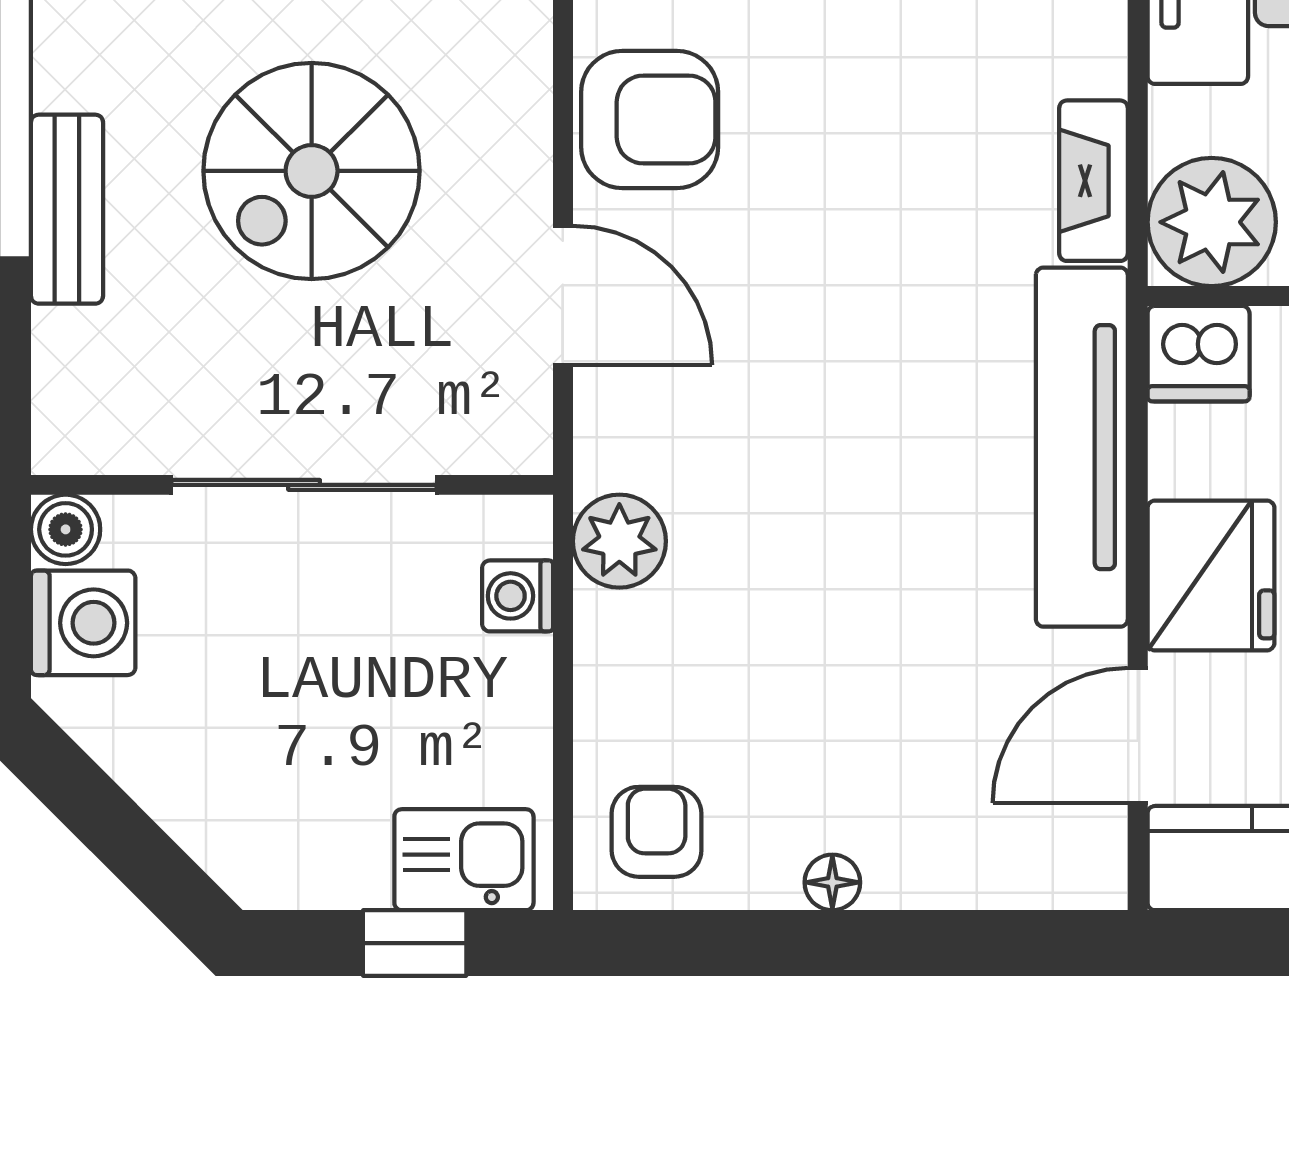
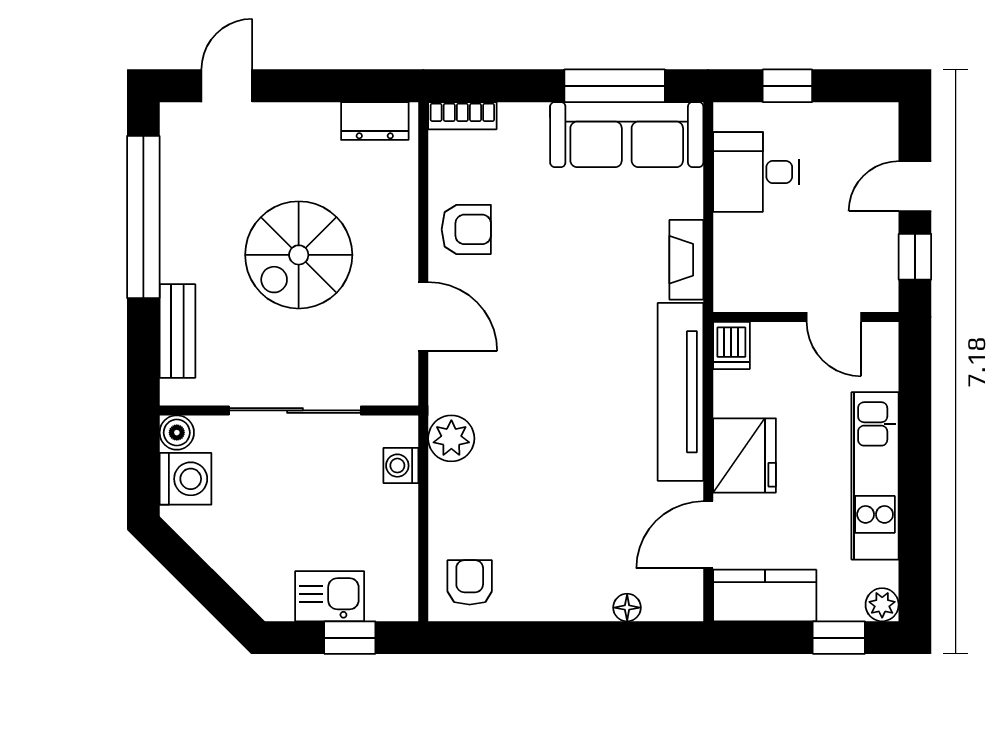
armchair: (650, 119) -> (466, 229), width x0.72, depth x0.72
bench: (67, 209) -> (177, 331), moved
plant: (1212, 222) -> (745, 280), removed
dishwasher: (1199, 354) -> (731, 345), width x0.73
kitchen sink: (464, 860) -> (330, 596), moved
floor lamp: (832, 882) -> (627, 608), moved

